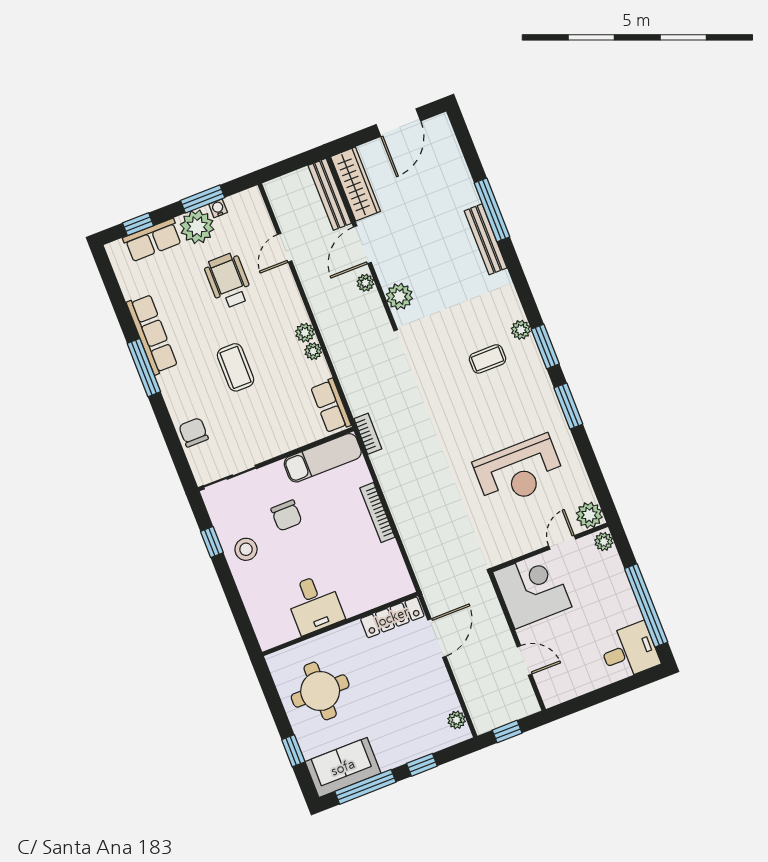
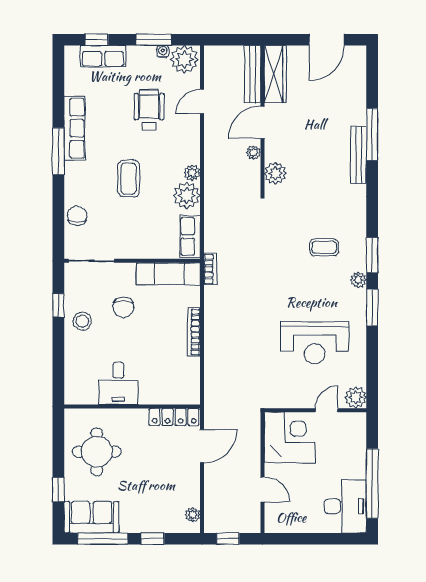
plant: (197, 227) -> (184, 59), moved
plant: (521, 330) -> (358, 280), moved
plant: (313, 351) -> (187, 196), width x1.88, depth x1.88
plant: (604, 542) -> (359, 422), removed
desk: (629, 651) -> (345, 506), width x1.37

